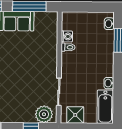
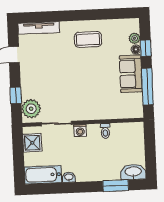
washbasin: (109, 24) -> (133, 172), width x1.91, depth x1.45
washing machine: (67, 36) -> (80, 131), moved

